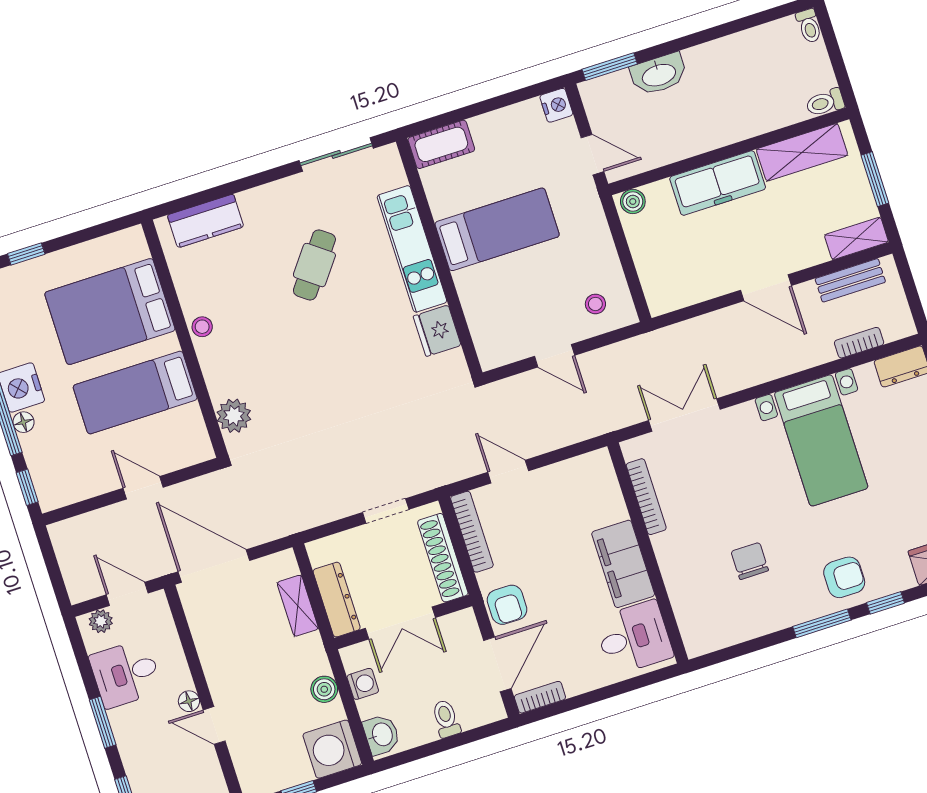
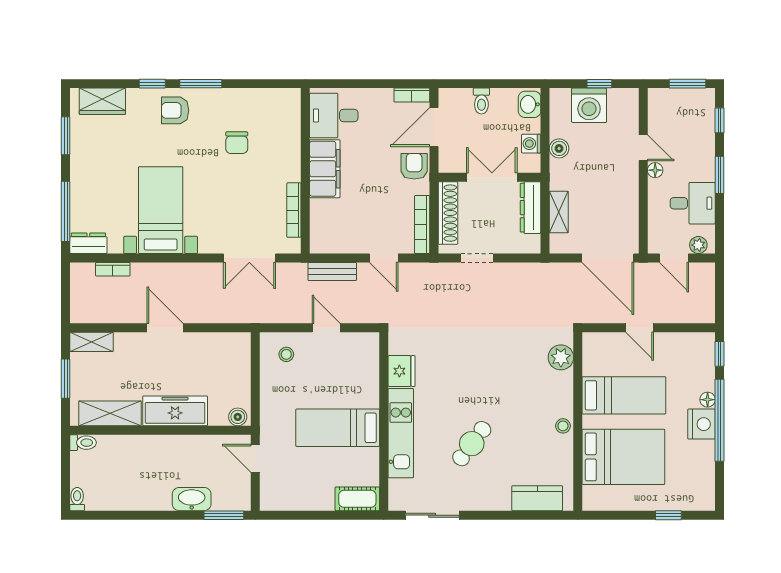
nightstand: (556, 105) -> (269, 500), removed
bench: (850, 280) -> (332, 272), moved
washing machine: (332, 749) -> (589, 105), moved, turned 90

